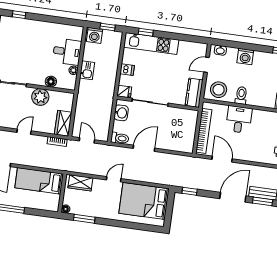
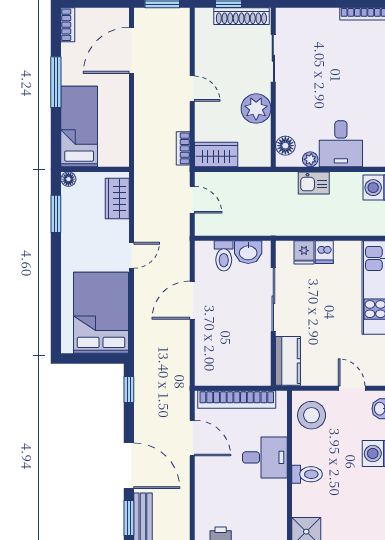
floor lamp: (51, 82) -> (285, 146), moved
fridge: (124, 92) -> (304, 252), moved
kitchen counter: (194, 93) -> (288, 361), moved, turned 90
toilet: (241, 95) -> (307, 474), moved
toilet: (120, 138) -> (224, 256), moved
door: (87, 140) -> (192, 200), hinge flipped
door: (144, 148) -> (192, 300), swing flipped
door: (222, 159) -> (192, 438), hinge flipped
door: (114, 179) -> (131, 255), hinge flipped
bed: (39, 181) -> (79, 127), moved

